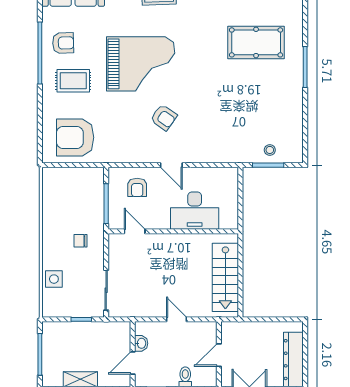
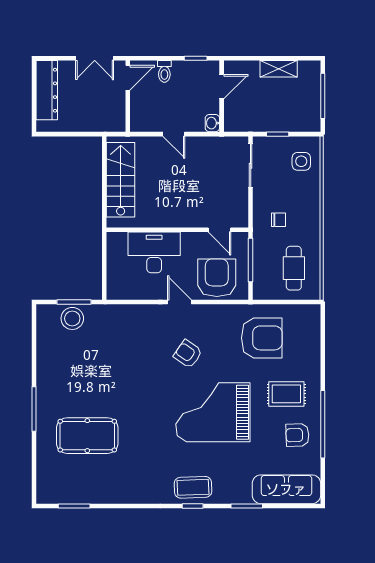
armchair: (75, 137) -> (262, 338), moved
stool: (270, 150) -> (72, 318), width x1.89, depth x1.89
armchair: (137, 187) -> (217, 278), width x1.88, depth x1.88
cafe table: (66, 196) -> (294, 268), added
side table: (54, 279) -> (301, 161), moved
washbasin: (141, 343) -> (212, 123), moved
door: (219, 355) -> (128, 78), moved

